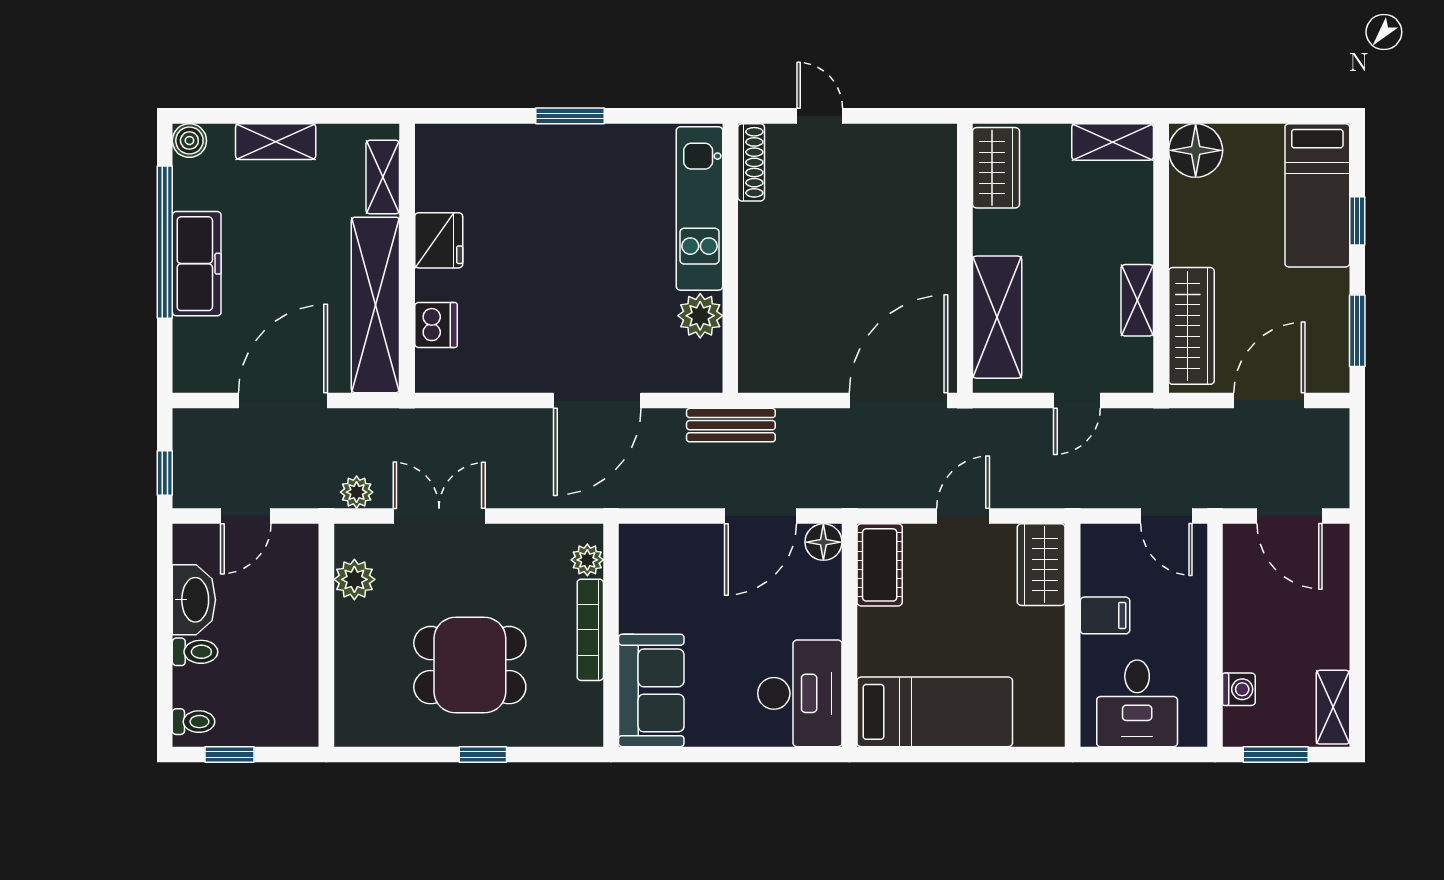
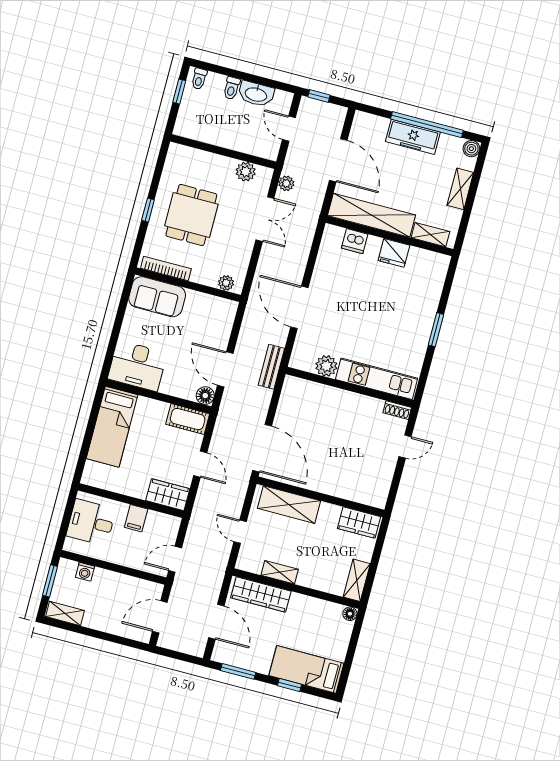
floor lamp: (1196, 150) -> (350, 614), width x0.53, depth x0.53
shoe rack: (751, 162) -> (397, 410), width x0.70
bookcase: (590, 630) -> (166, 269), moved

